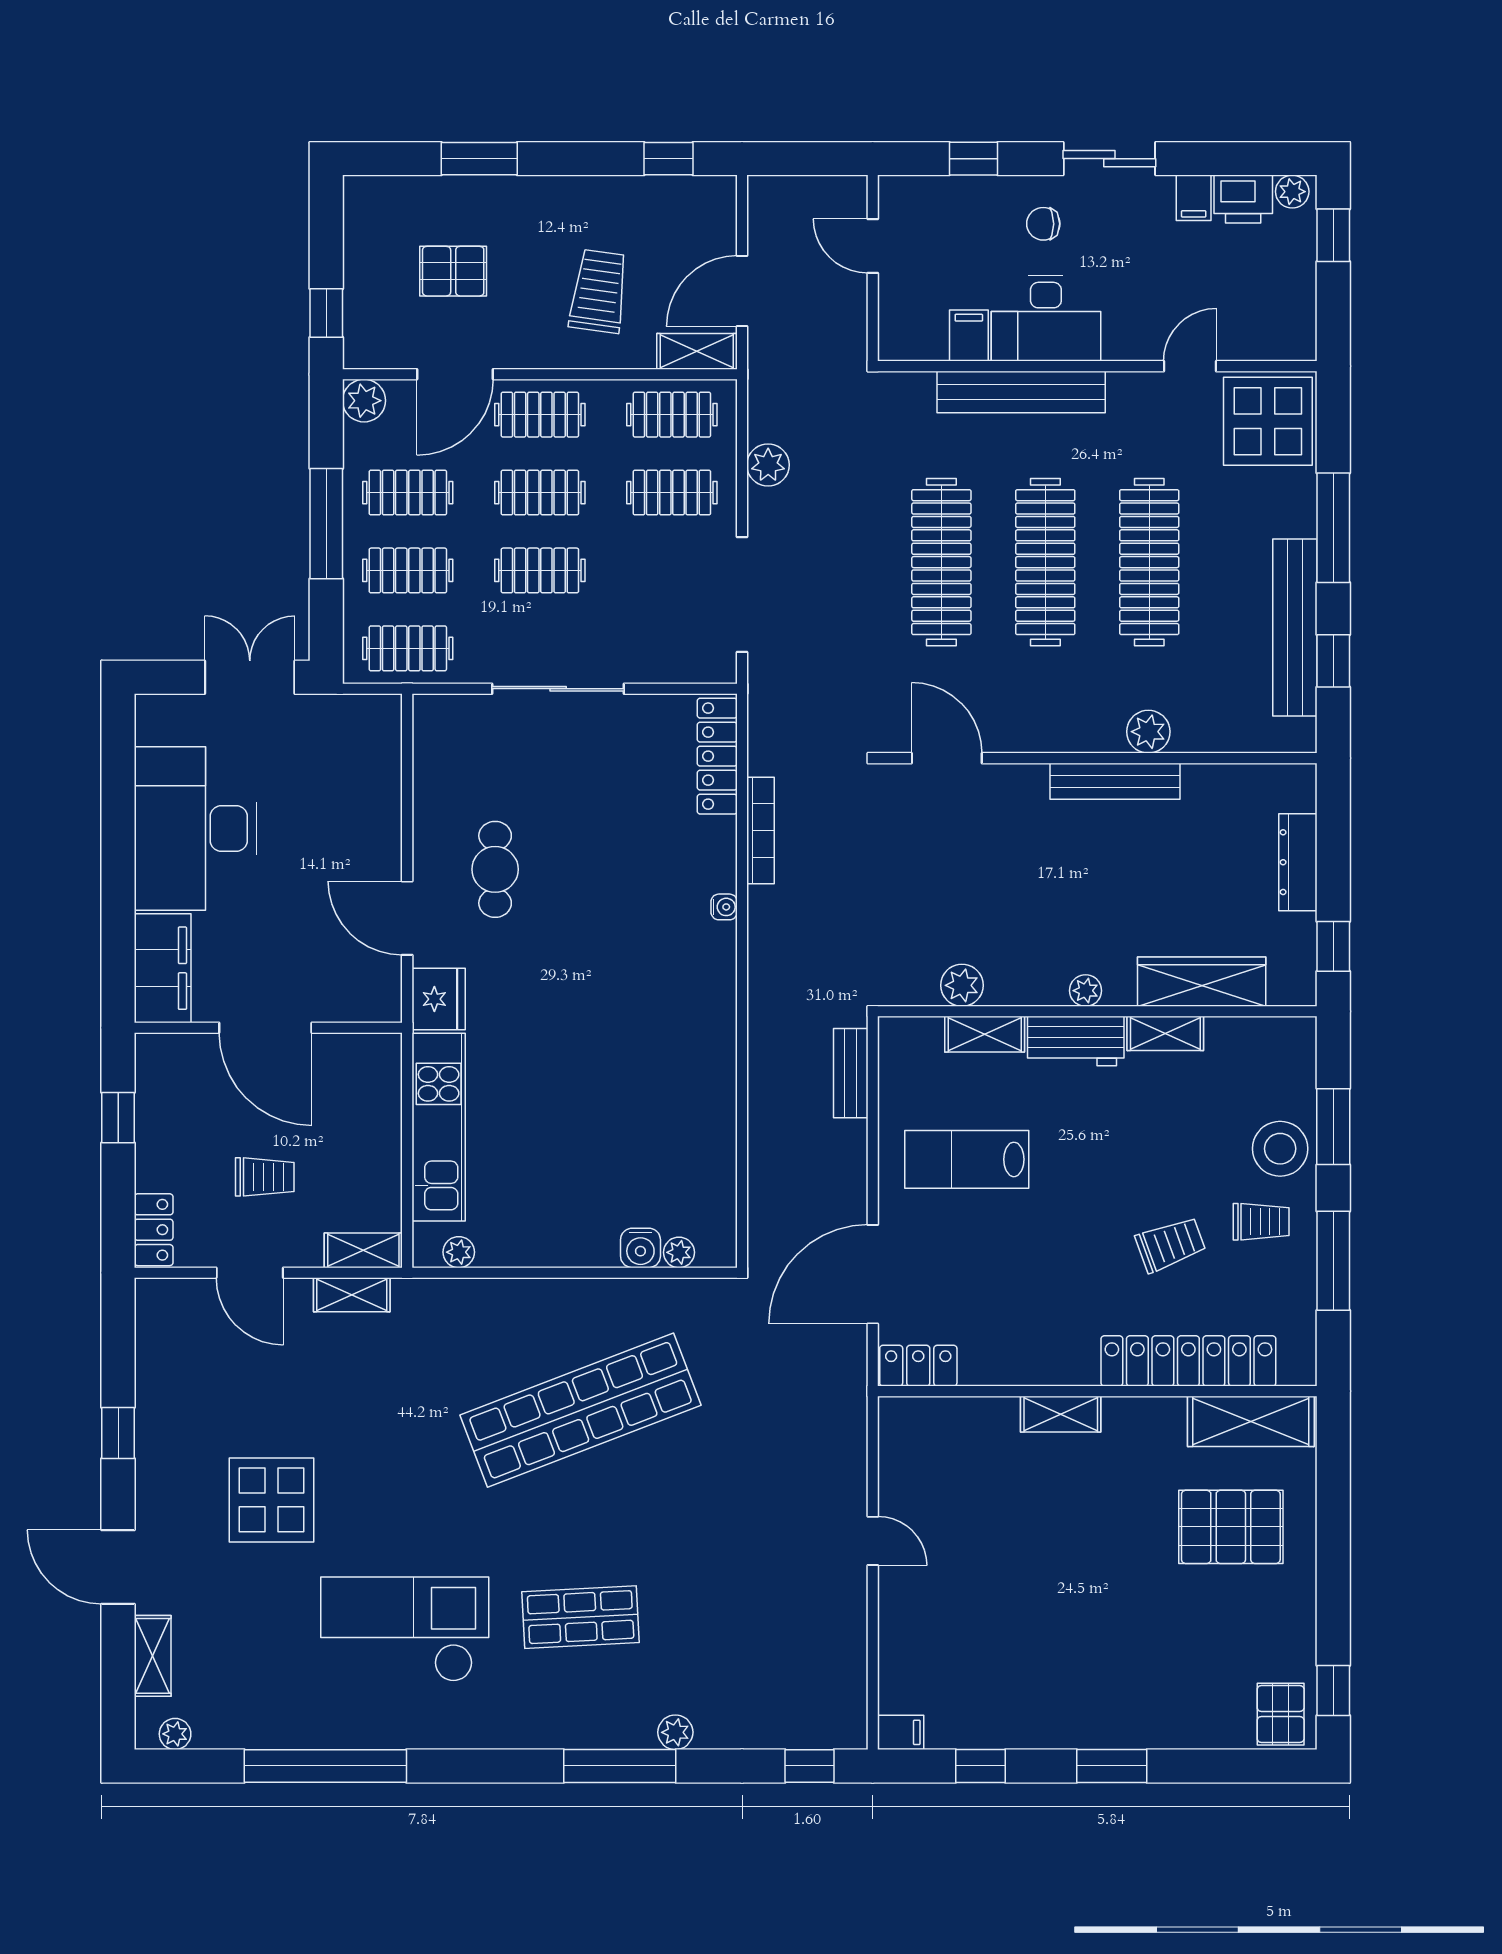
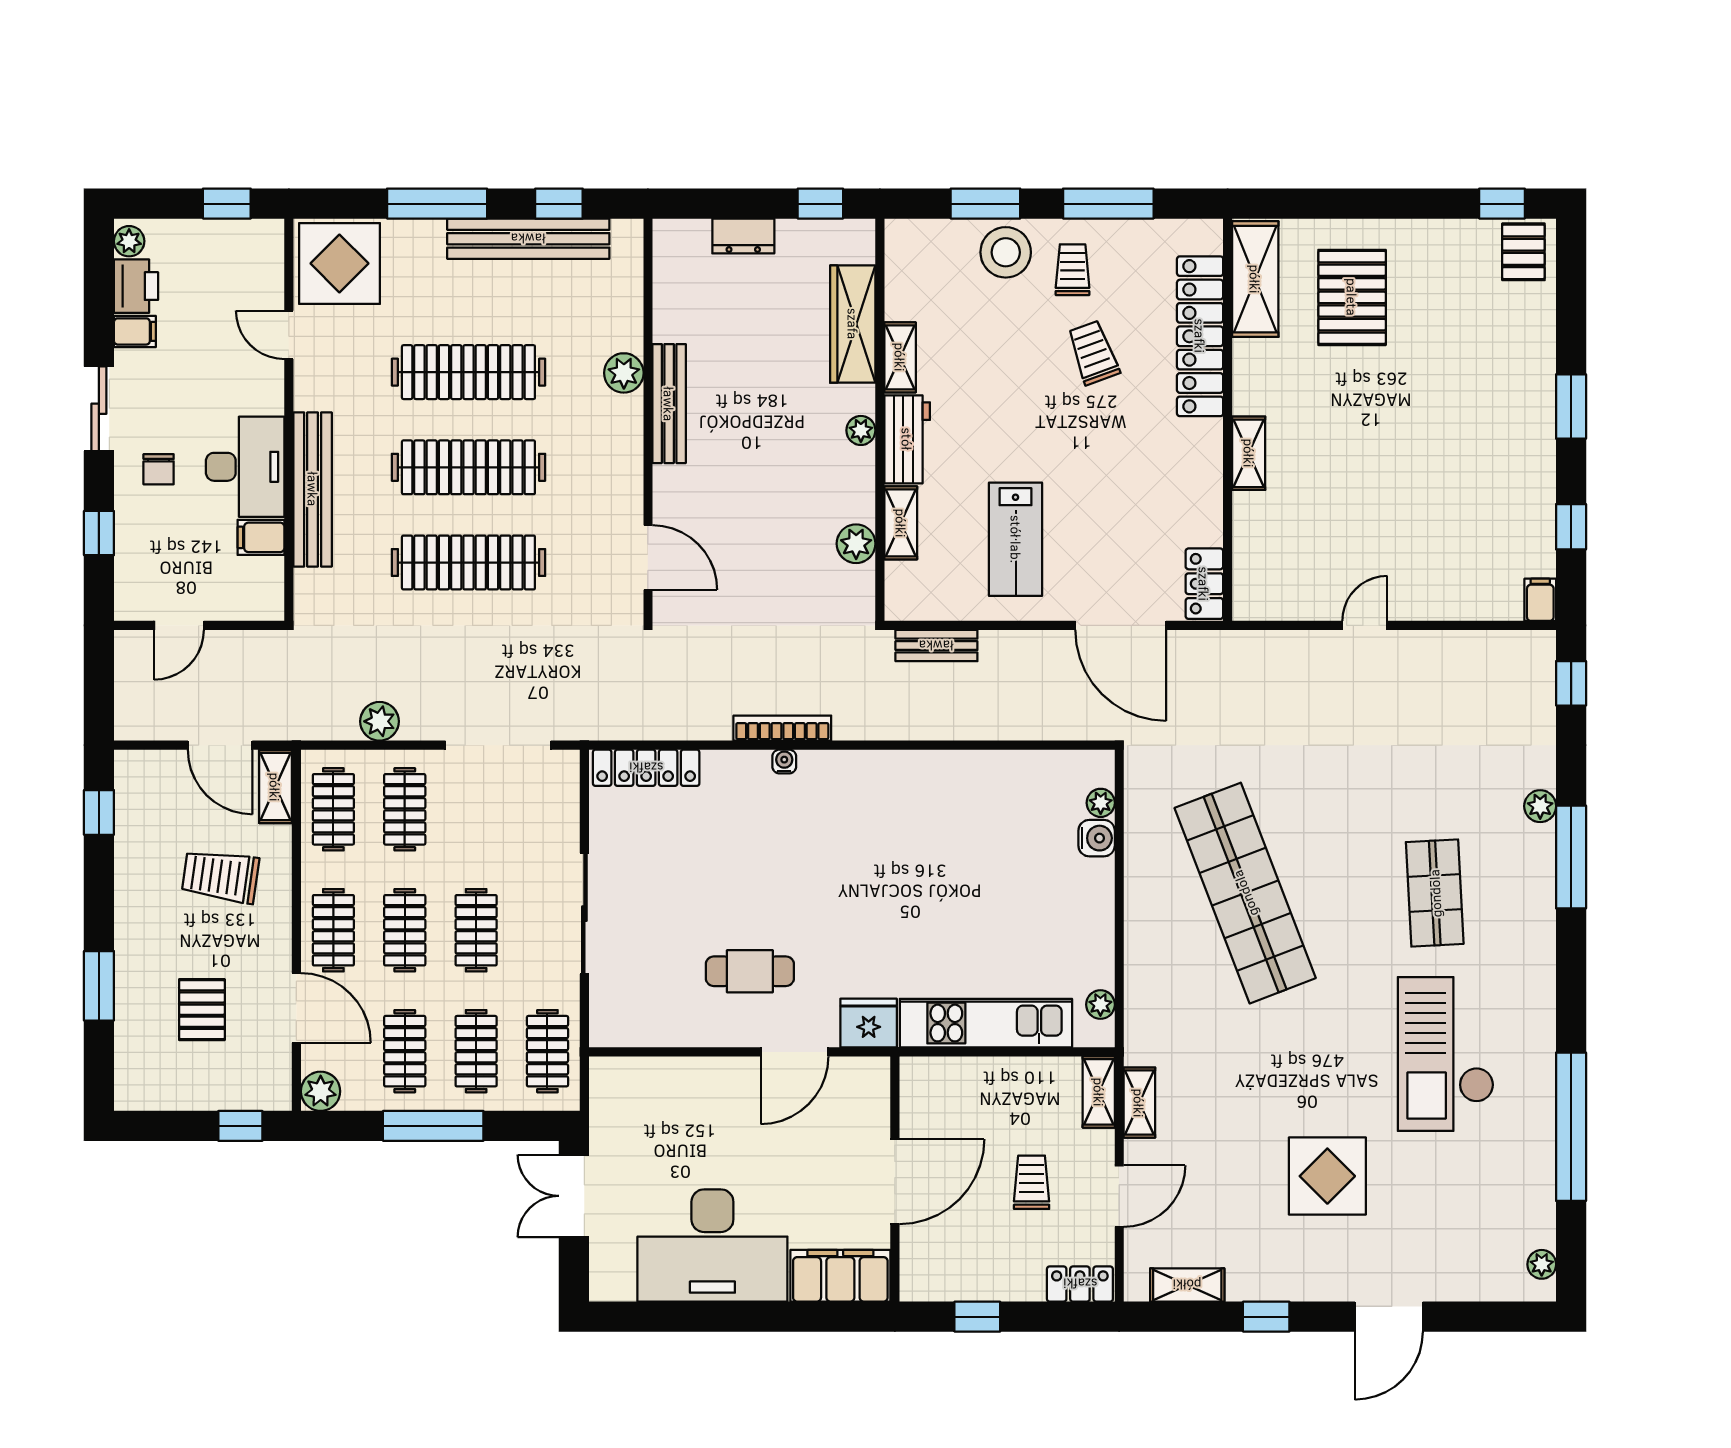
window: (1333, 235) -> (227, 204), moved
door: (947, 758) -> (648, 558), swing flipped
bookcase: (761, 831) -> (782, 728), moved
dresser: (1298, 862) -> (743, 236), width x0.70
shelving: (153, 1656) -> (1187, 1285), moved
pallet: (1281, 1714) -> (1523, 252), turned 90

